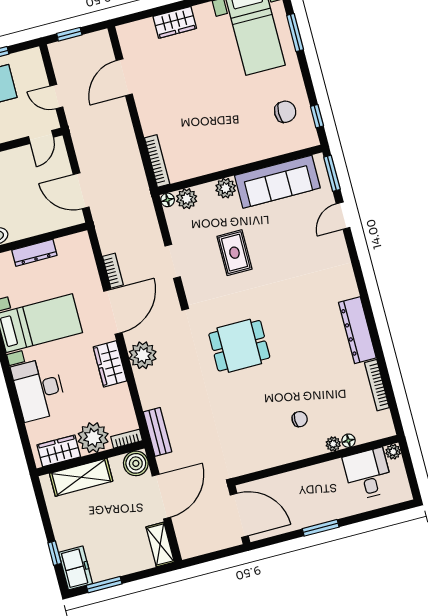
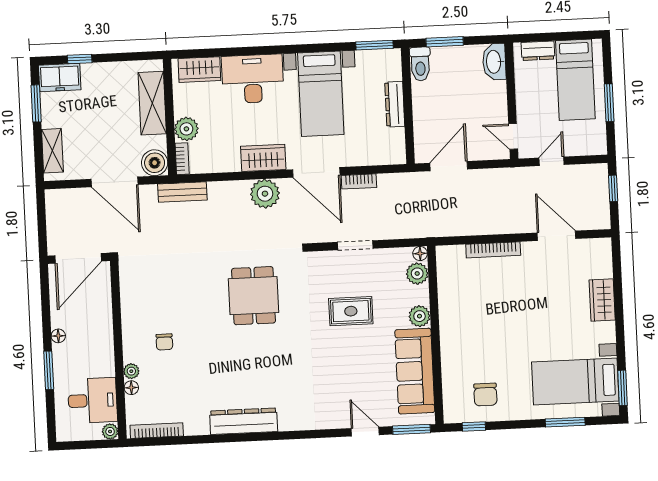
bookcase: (157, 161) -> (493, 250), moved
bookcase: (377, 385) -> (157, 431), moved
plant: (93, 438) -> (186, 129), width x0.73, depth x0.73
wardrobe: (59, 451) -> (199, 70), moved, turned 90
floor lamp: (315, 518) -> (58, 336), added
window: (321, 528) -> (49, 370), moved
shelving: (160, 544) -> (52, 151), moved, turned 90

